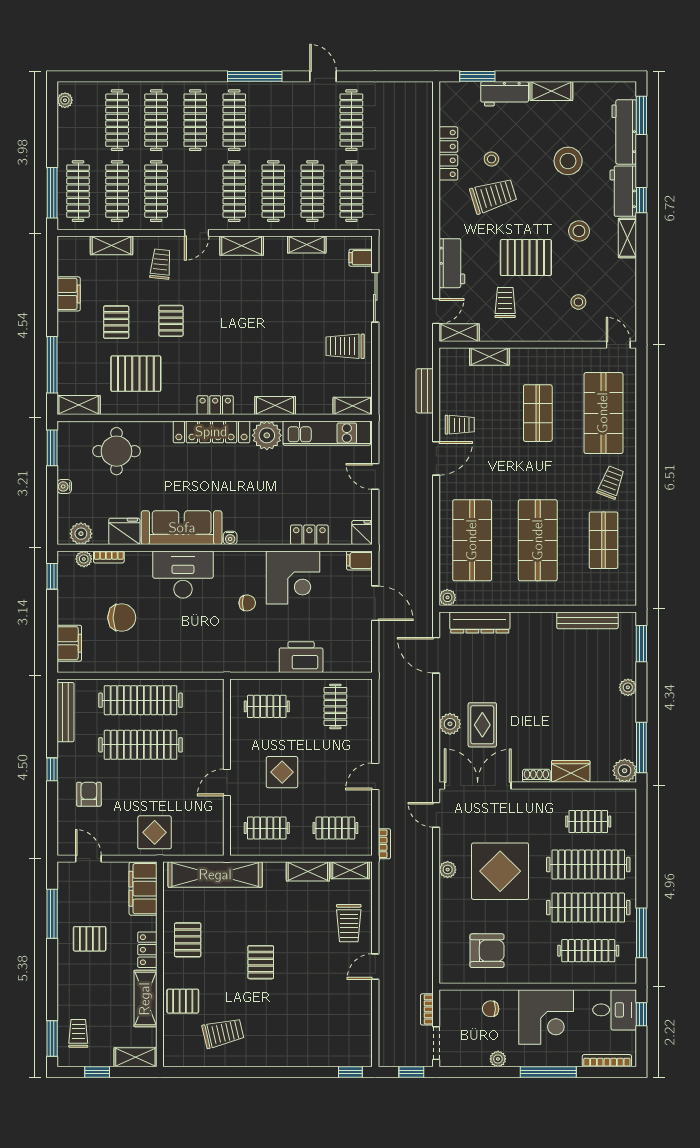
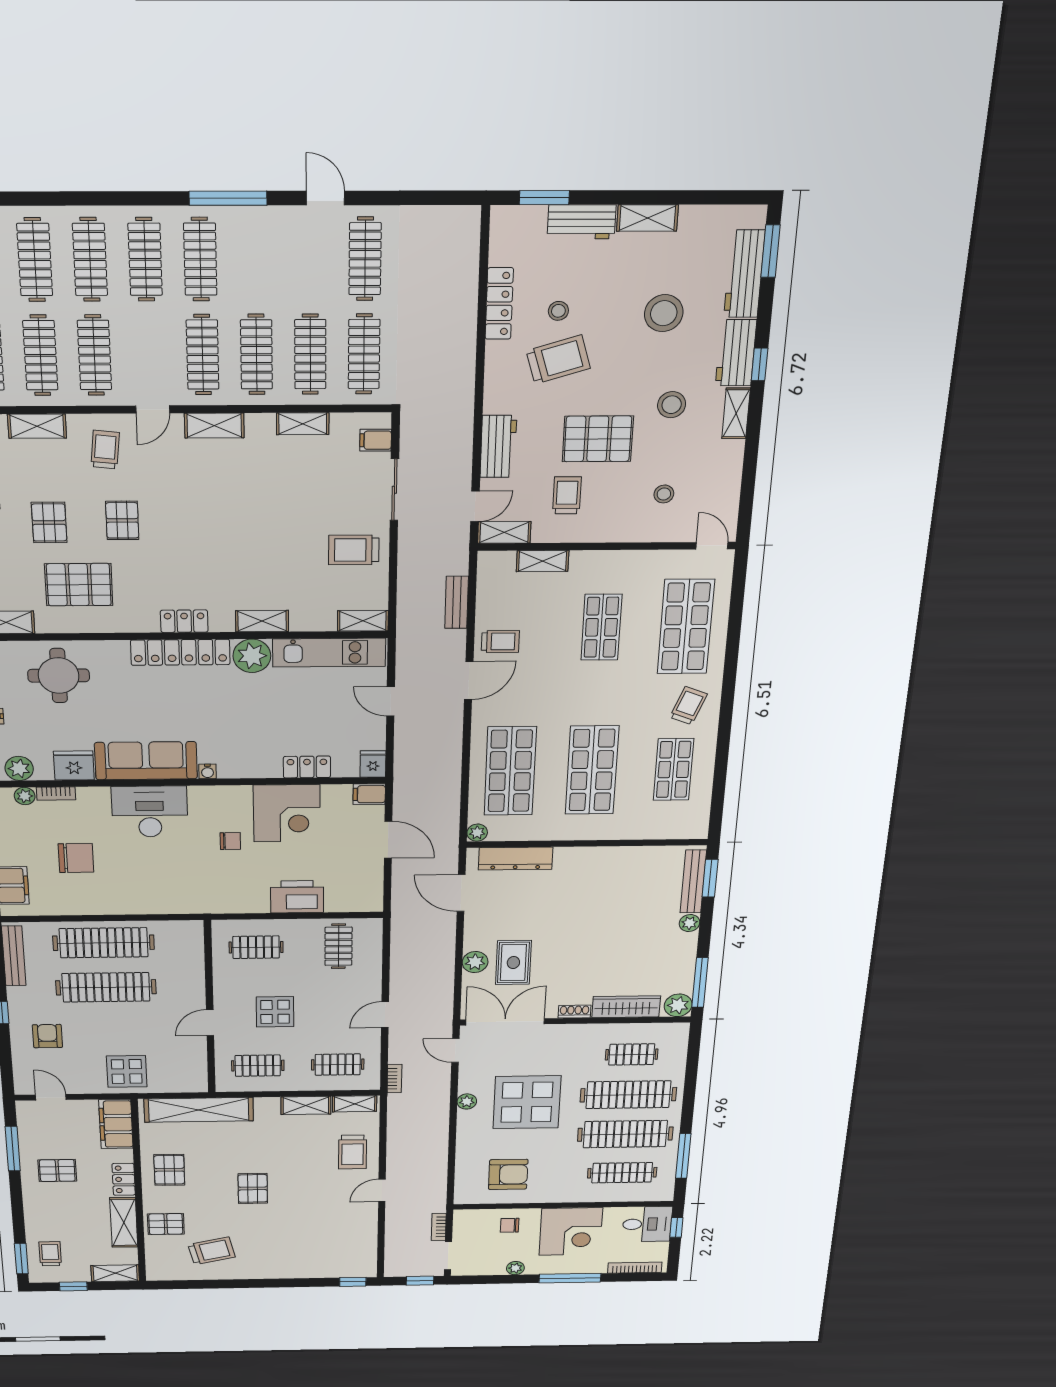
bench: (587, 620) -> (693, 882), moved, turned 90
wardrobe: (571, 771) -> (626, 1007), width x1.50

